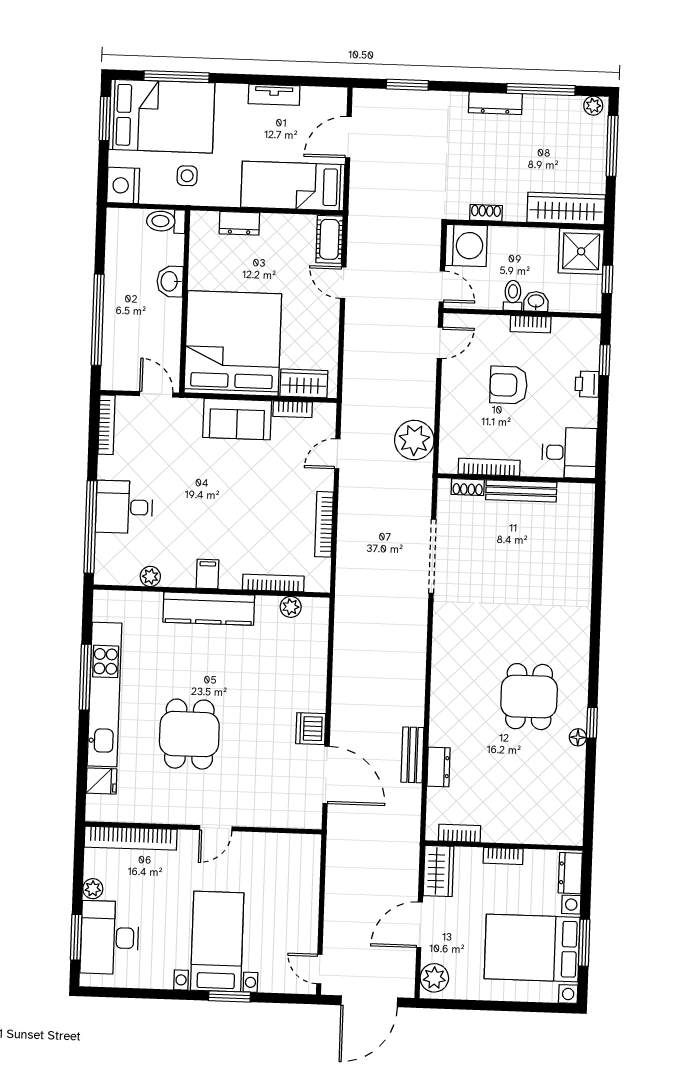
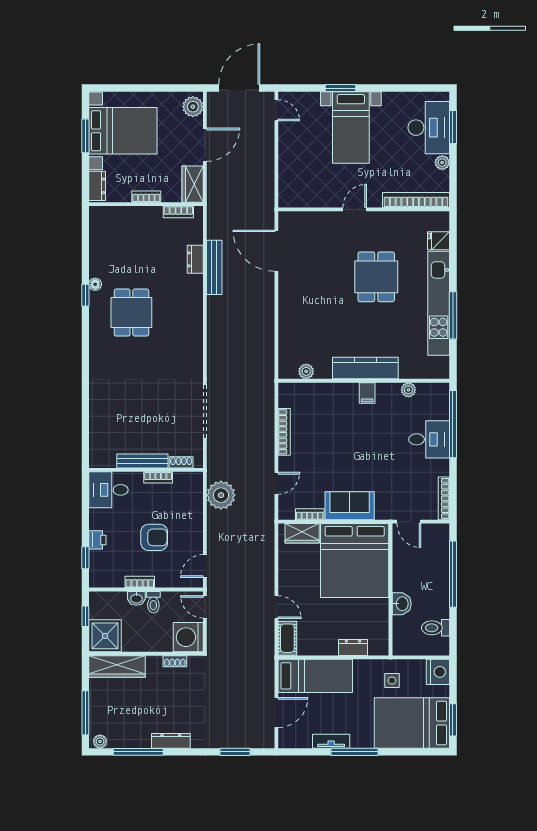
window: (177, 77) -> (354, 752), moved
toilet: (166, 221) -> (435, 628), moved, turned 180
bookcase: (489, 467) -> (158, 477), width x0.64
bookcase: (273, 583) -> (319, 388), removed
dishwasher: (311, 729) -> (289, 284), removed
bench: (412, 755) -> (214, 267), width x1.36

